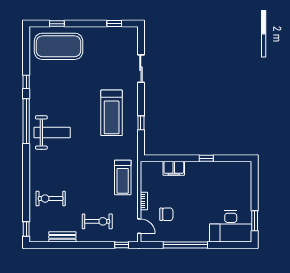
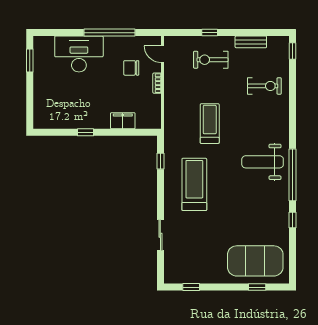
window: (141, 123) -> (160, 161), moved
treadmill: (123, 177) -> (210, 124), moved
desk: (231, 226) -> (79, 54), moved
window: (122, 245) -> (210, 33), moved

